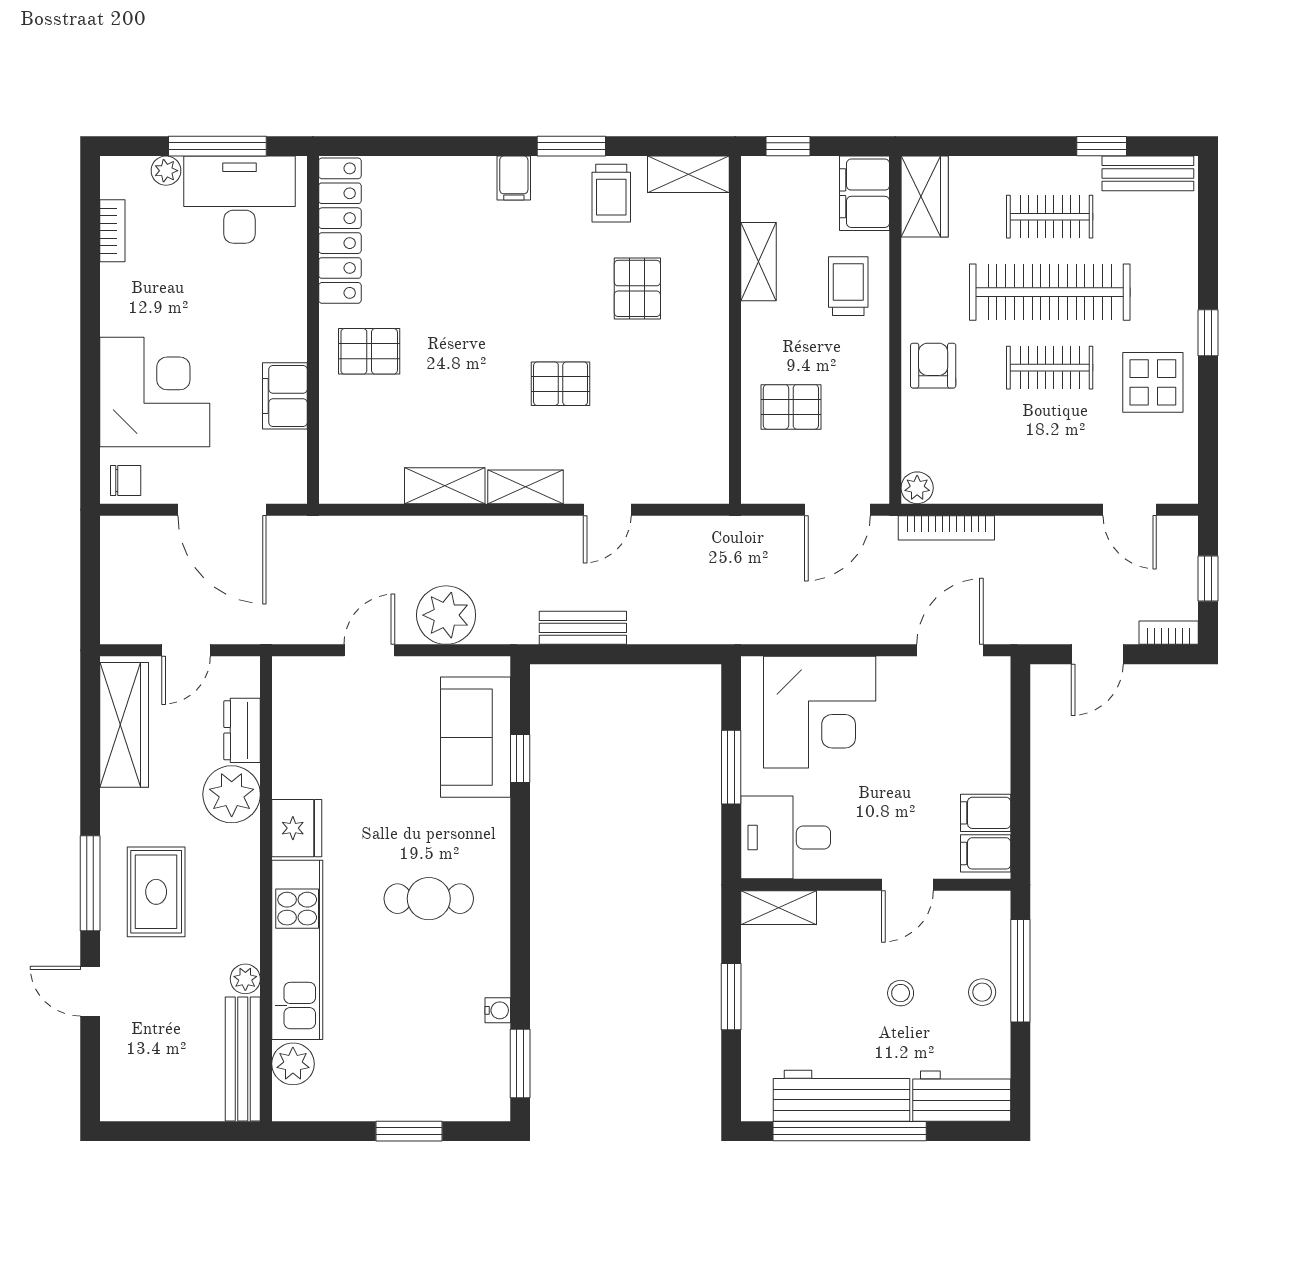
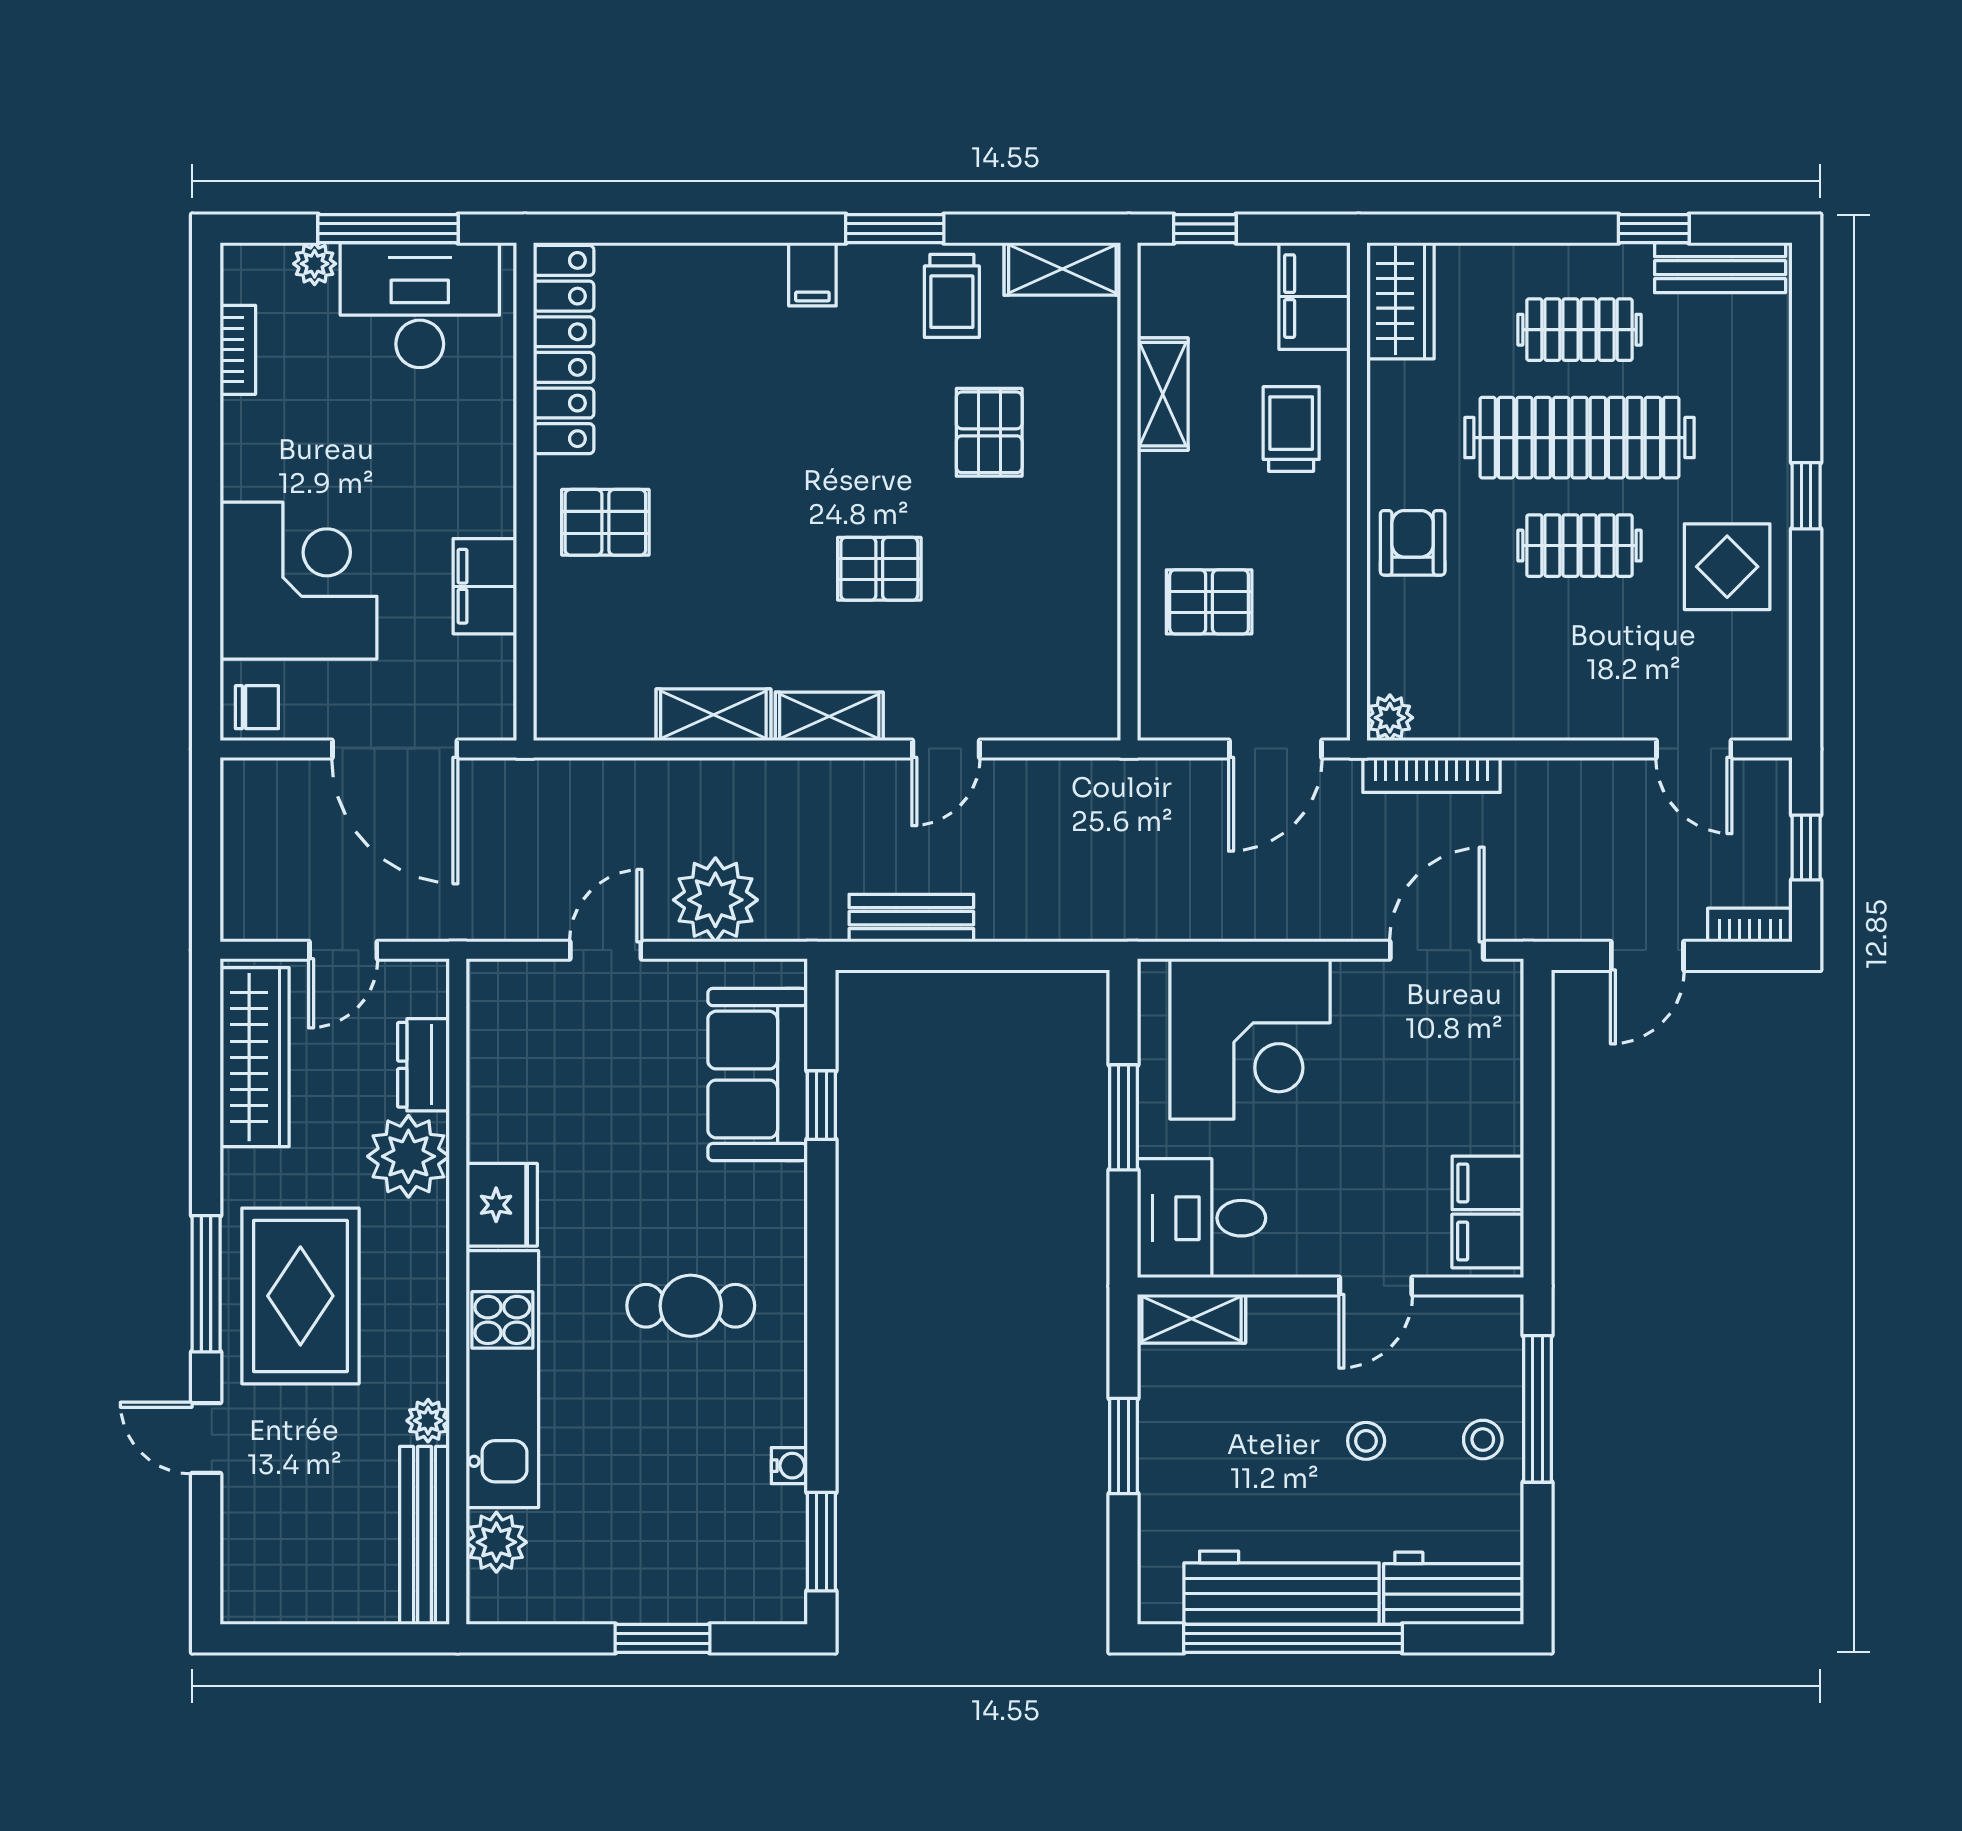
rug: (156, 892) -> (300, 1296), width x1.36, depth x1.43

